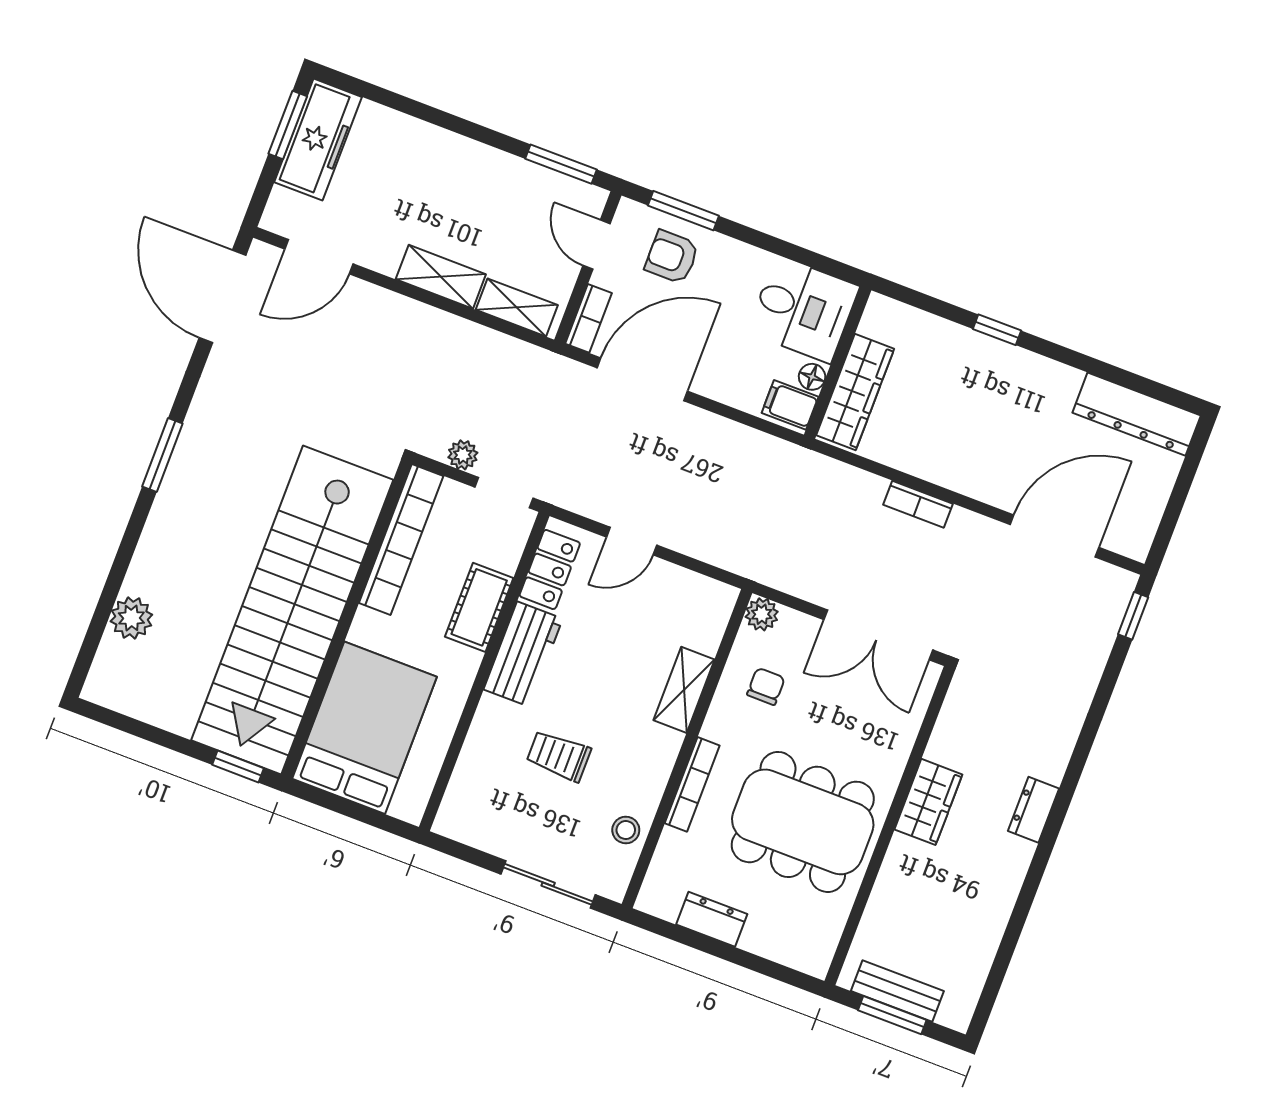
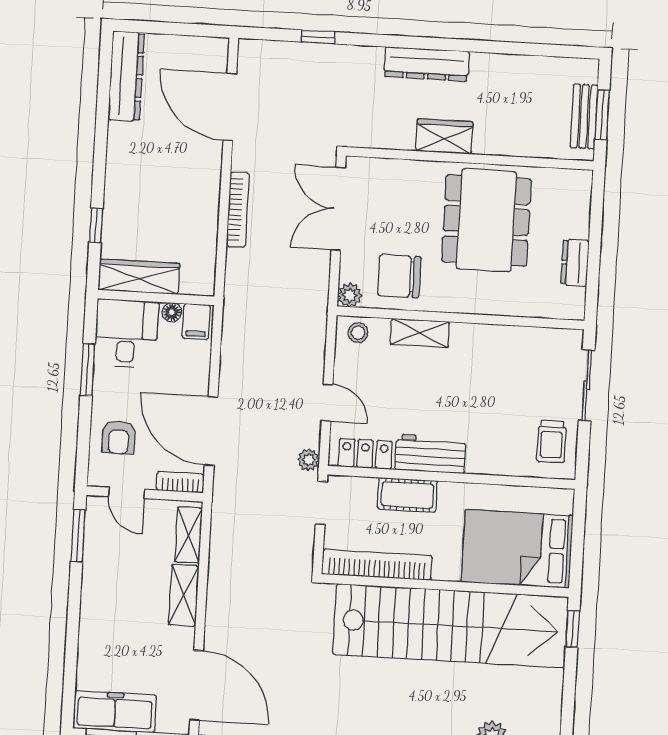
window: (683, 211) -> (88, 370), moved
door: (597, 245) -> (127, 493), hinge flipped
door: (319, 257) -> (197, 685), width x1.36
window: (997, 330) -> (96, 225), moved
wardrobe: (855, 392) -> (139, 277), moved
plant: (463, 455) -> (309, 460), moved
bookcase: (918, 504) -> (238, 210), width x1.56
window: (1133, 616) -> (318, 37), moved
double door: (878, 635) -> (338, 209), swing flipped
chair: (766, 686) -> (399, 276), width x1.87, depth x1.87
trolley: (559, 756) -> (552, 442), moved
bookcase: (692, 784) -> (485, 306), removed
dresser: (1033, 810) -> (427, 64), width x1.96, depth x1.24
stool: (626, 830) -> (358, 333), moved

